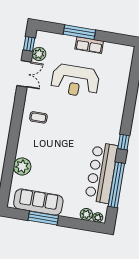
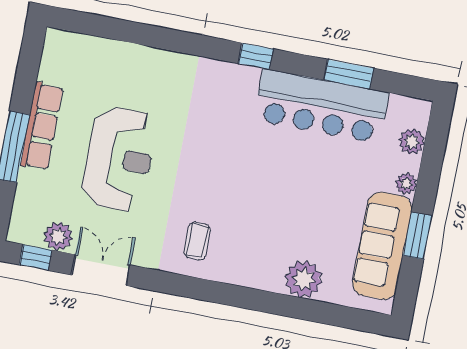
row of seats: (89, 45) -> (42, 126), width x1.48
window: (116, 185) -> (349, 74), width x0.47
plant: (98, 217) -> (406, 184), moved
window: (43, 218) -> (417, 236), width x0.69

